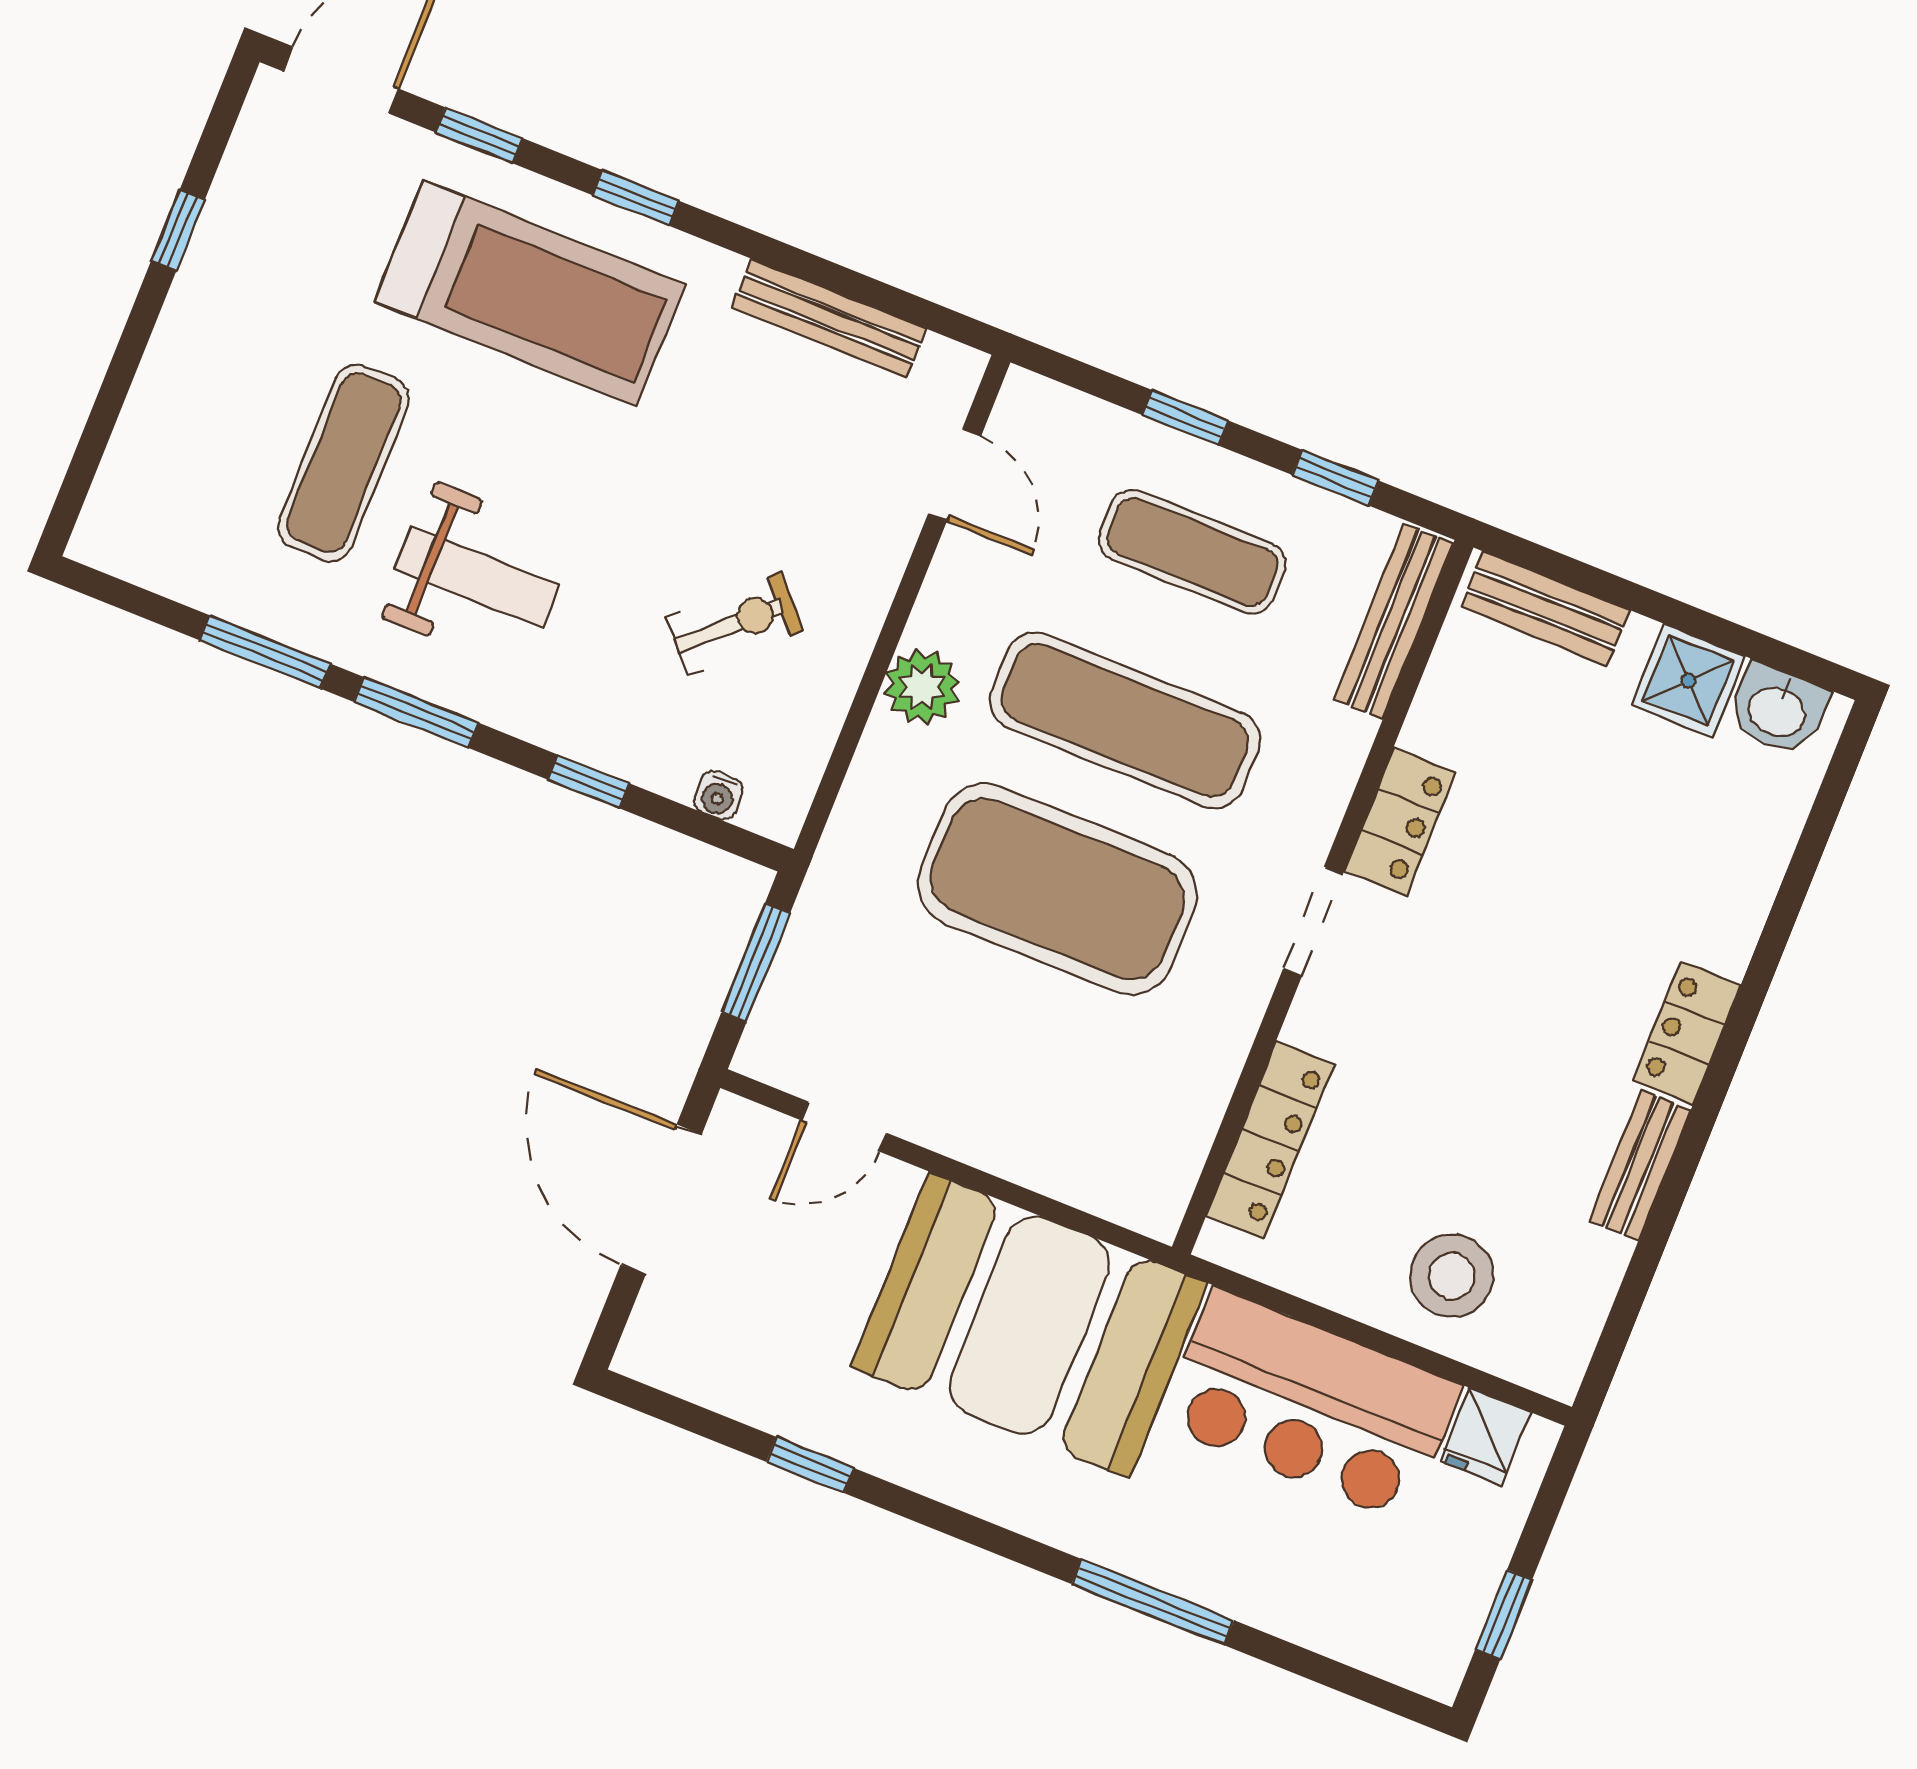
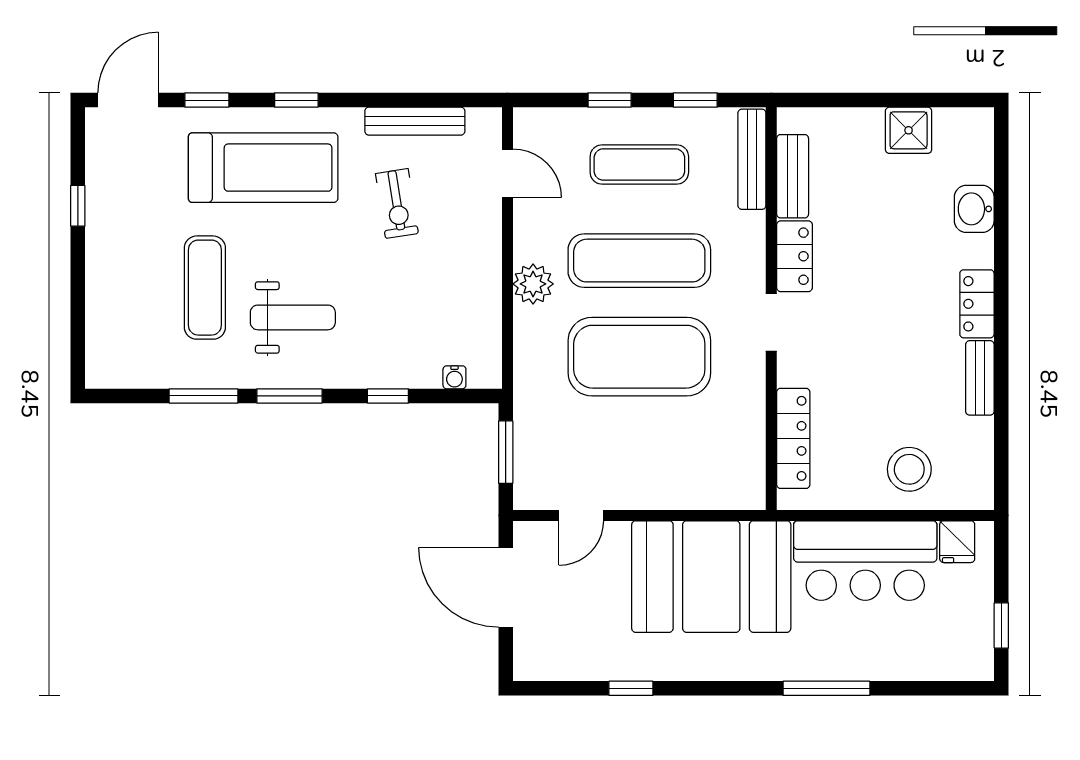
bench: (1545, 609) -> (793, 176), moved, turned 90
exercise bike: (734, 624) -> (397, 204), moved, turned 124
washbasin: (1778, 710) -> (974, 209), moved, turned 90

